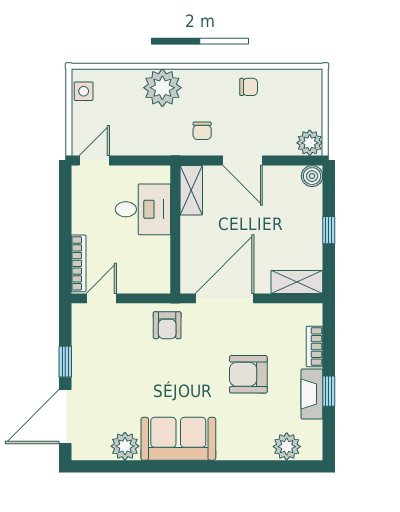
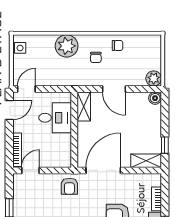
chair: (202, 131) -> (96, 57), moved
door: (65, 196) -> (9, 110), added
window: (329, 230) -> (165, 145), moved

